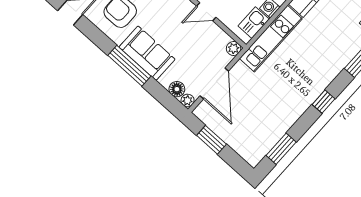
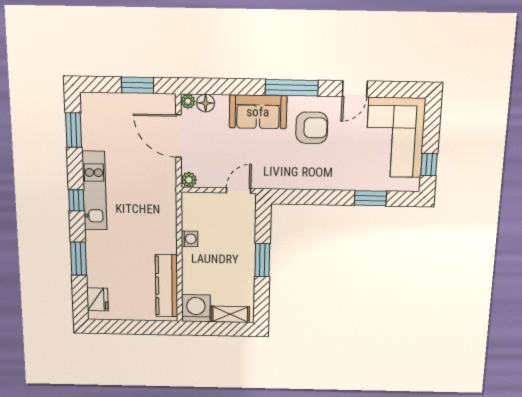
kitchen sink: (254, 23) -> (192, 216), removed
kitchen unit: (271, 39) -> (94, 191), moved, turned 180
window: (129, 66) -> (292, 88), moved

